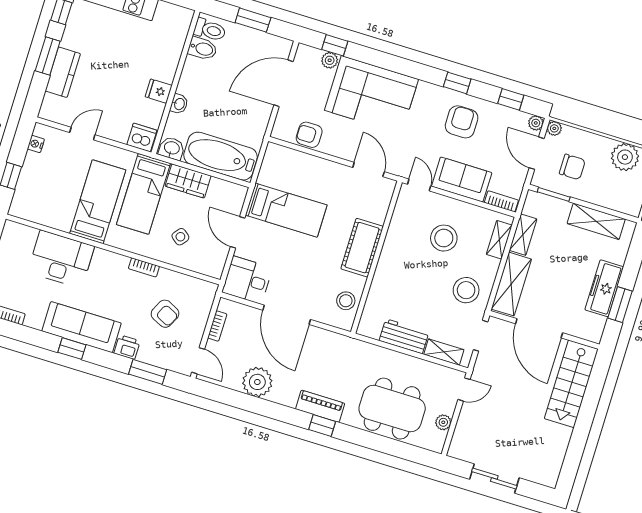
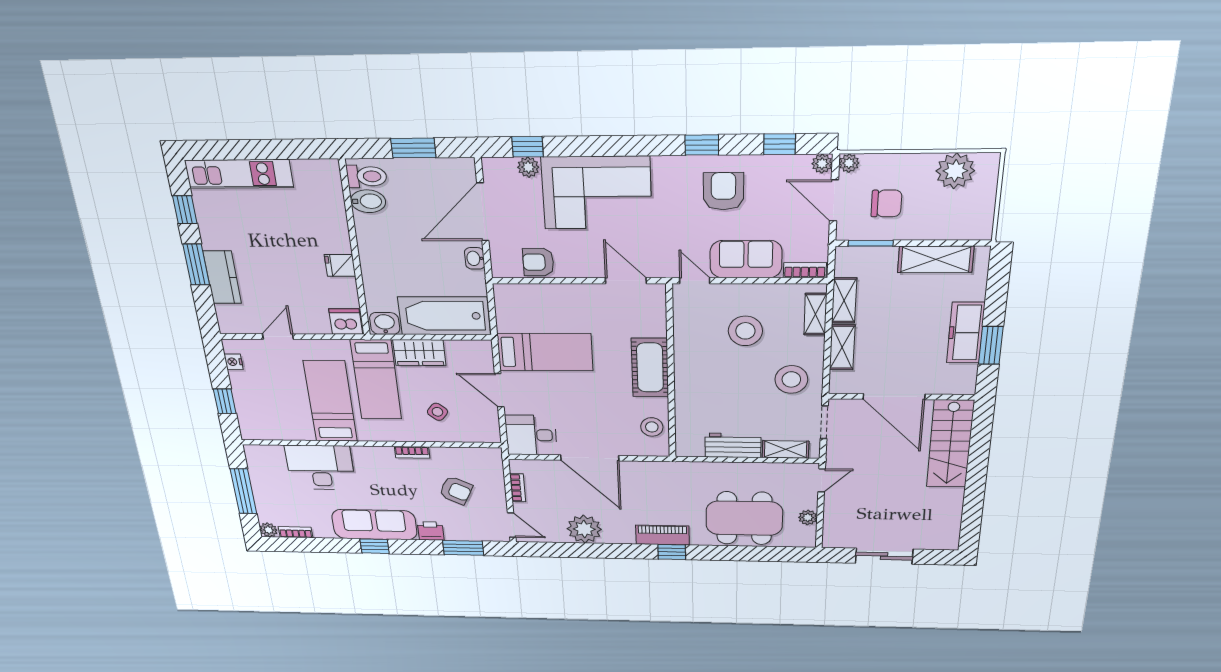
washbasin: (179, 104) -> (475, 258), moved, turned 180
shelving: (511, 284) -> (842, 347), width x0.67, depth x0.75

